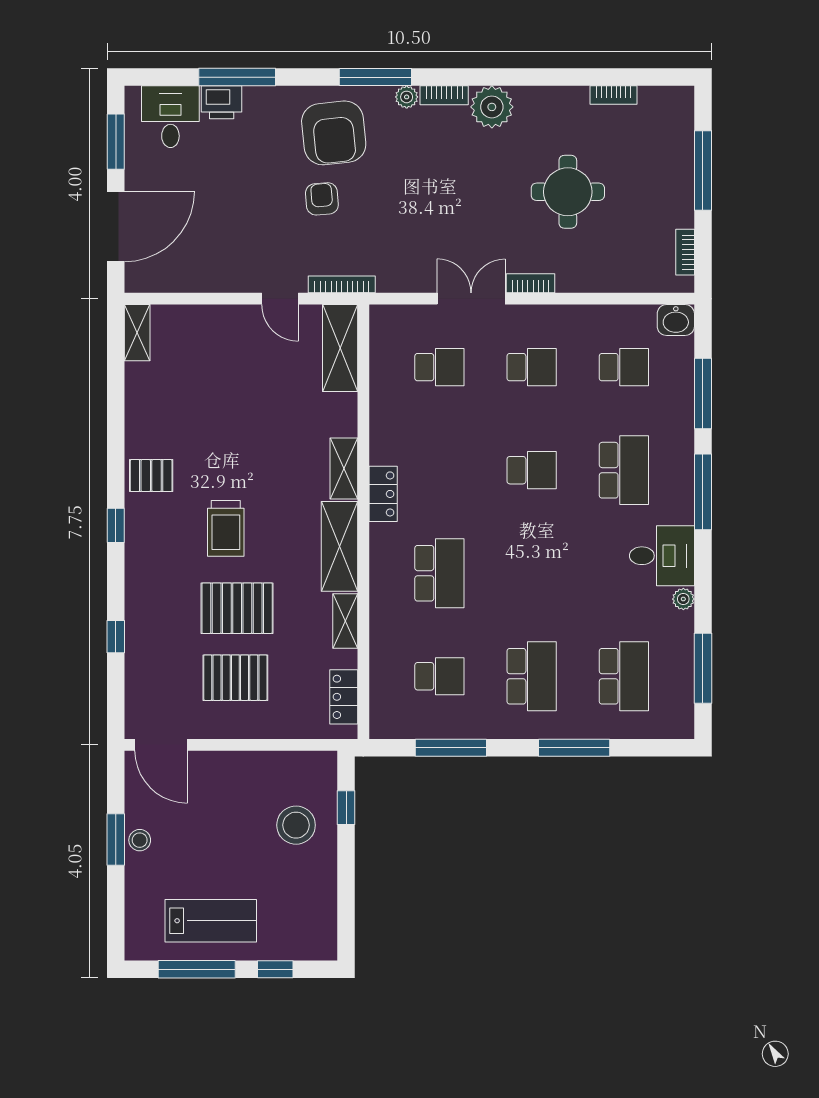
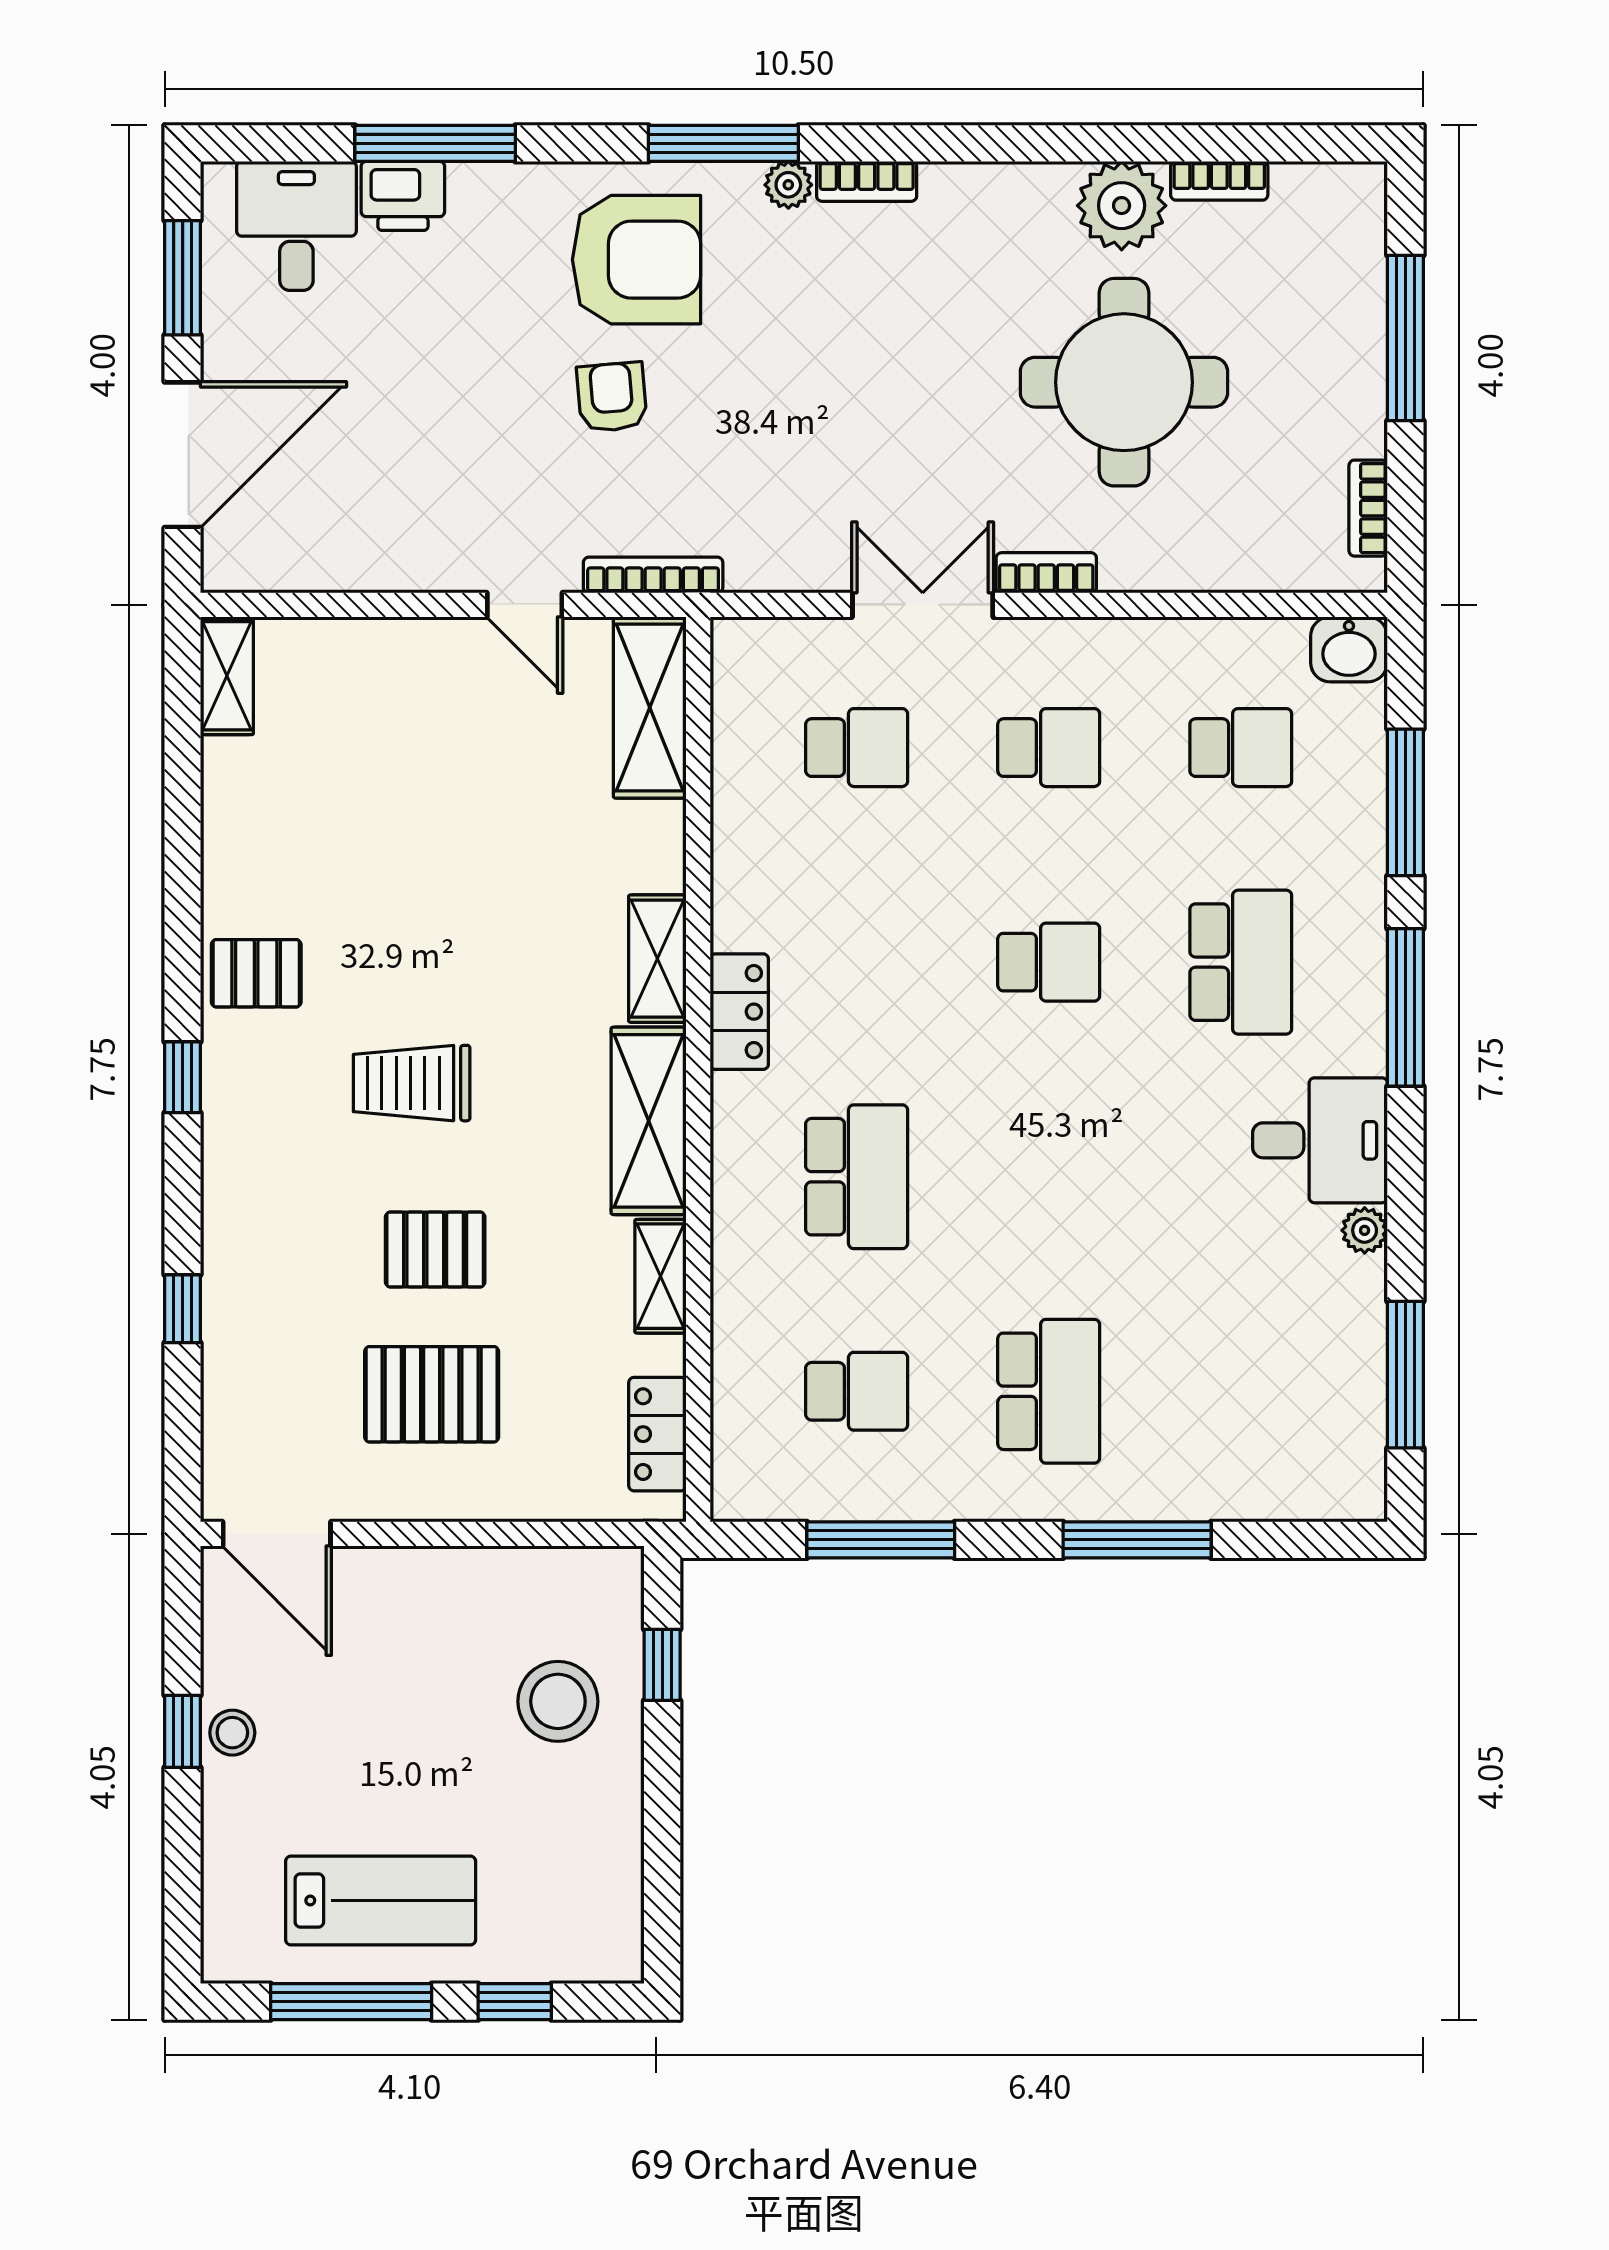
plant: (492, 107) -> (1122, 206), moved
armchair: (334, 133) -> (636, 260), turned -84
round table: (568, 192) -> (1124, 382), width x1.36, depth x1.36
trolley: (226, 528) -> (412, 1083), turned 90
pallet: (237, 608) -> (435, 1249), width x0.67, depth x0.71
school desk: (624, 676) -> (1241, 1391), removed
window: (116, 840) -> (183, 1731), width x0.67

